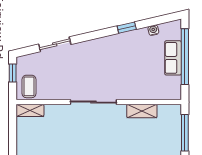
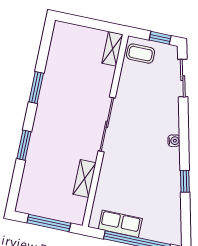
water cooler: (153, 30) -> (174, 141), moved
sliding door: (55, 44) -> (183, 78), moved
row of seats: (173, 58) -> (120, 224), moved

